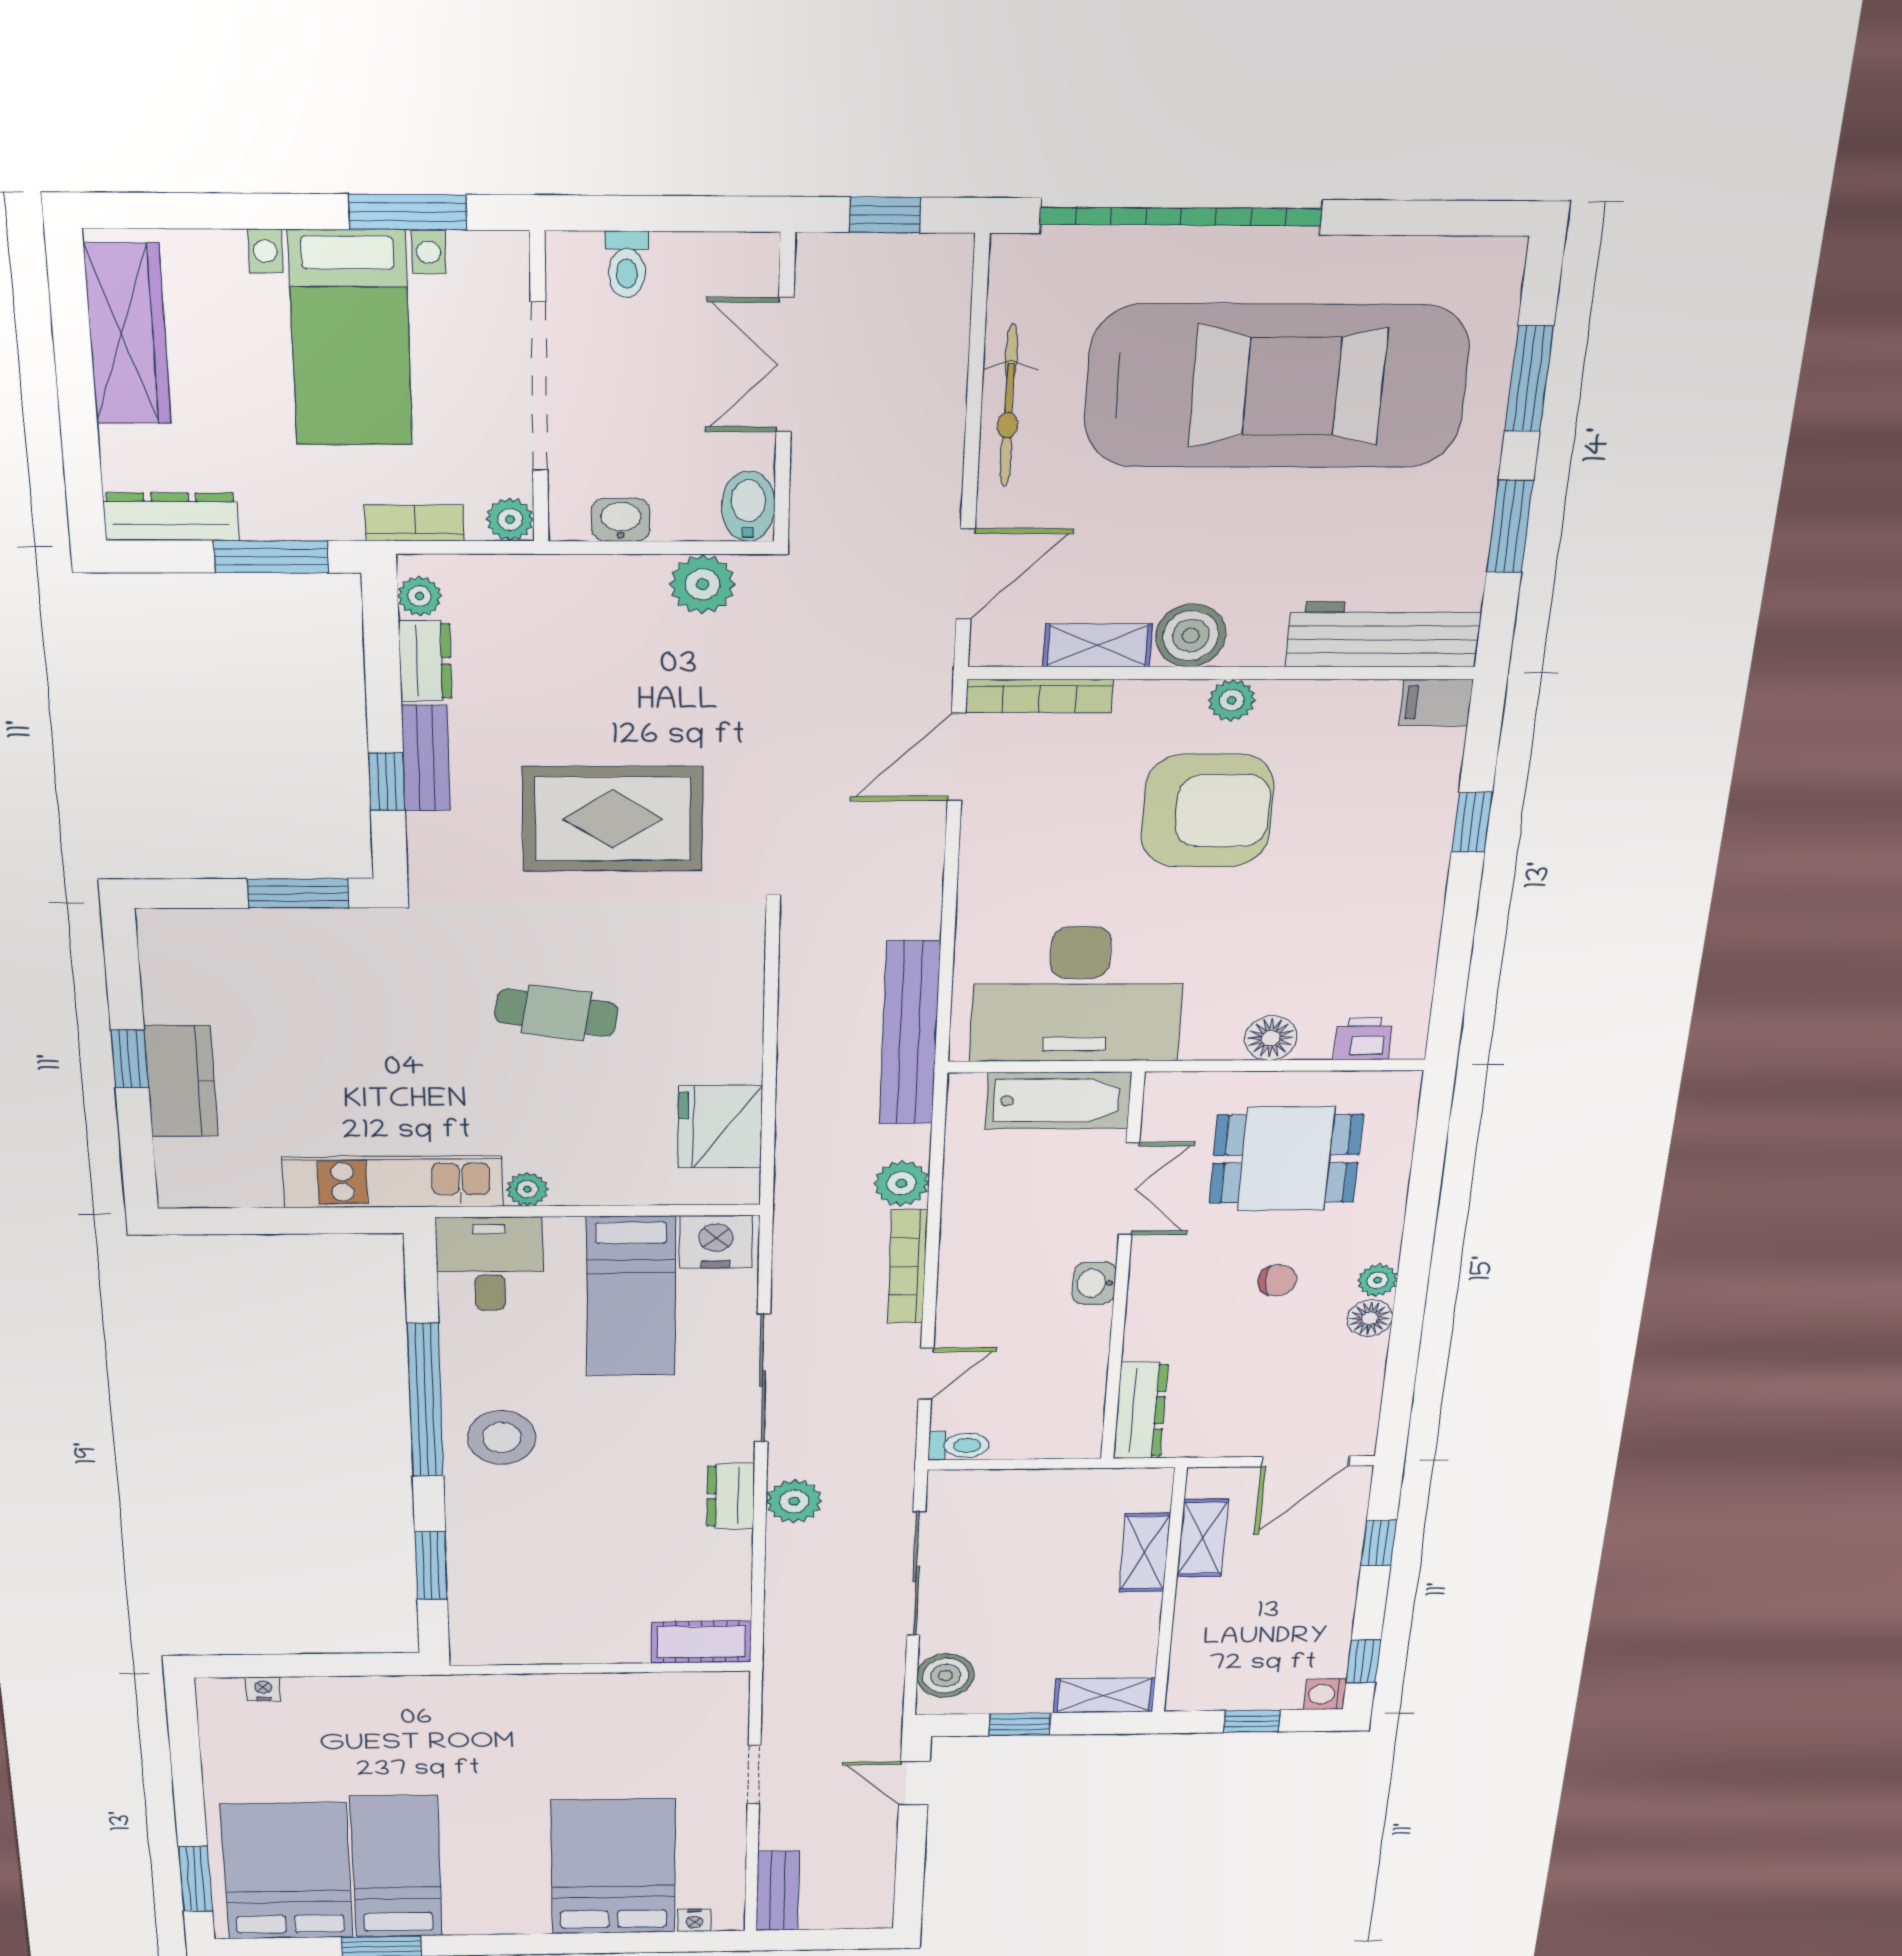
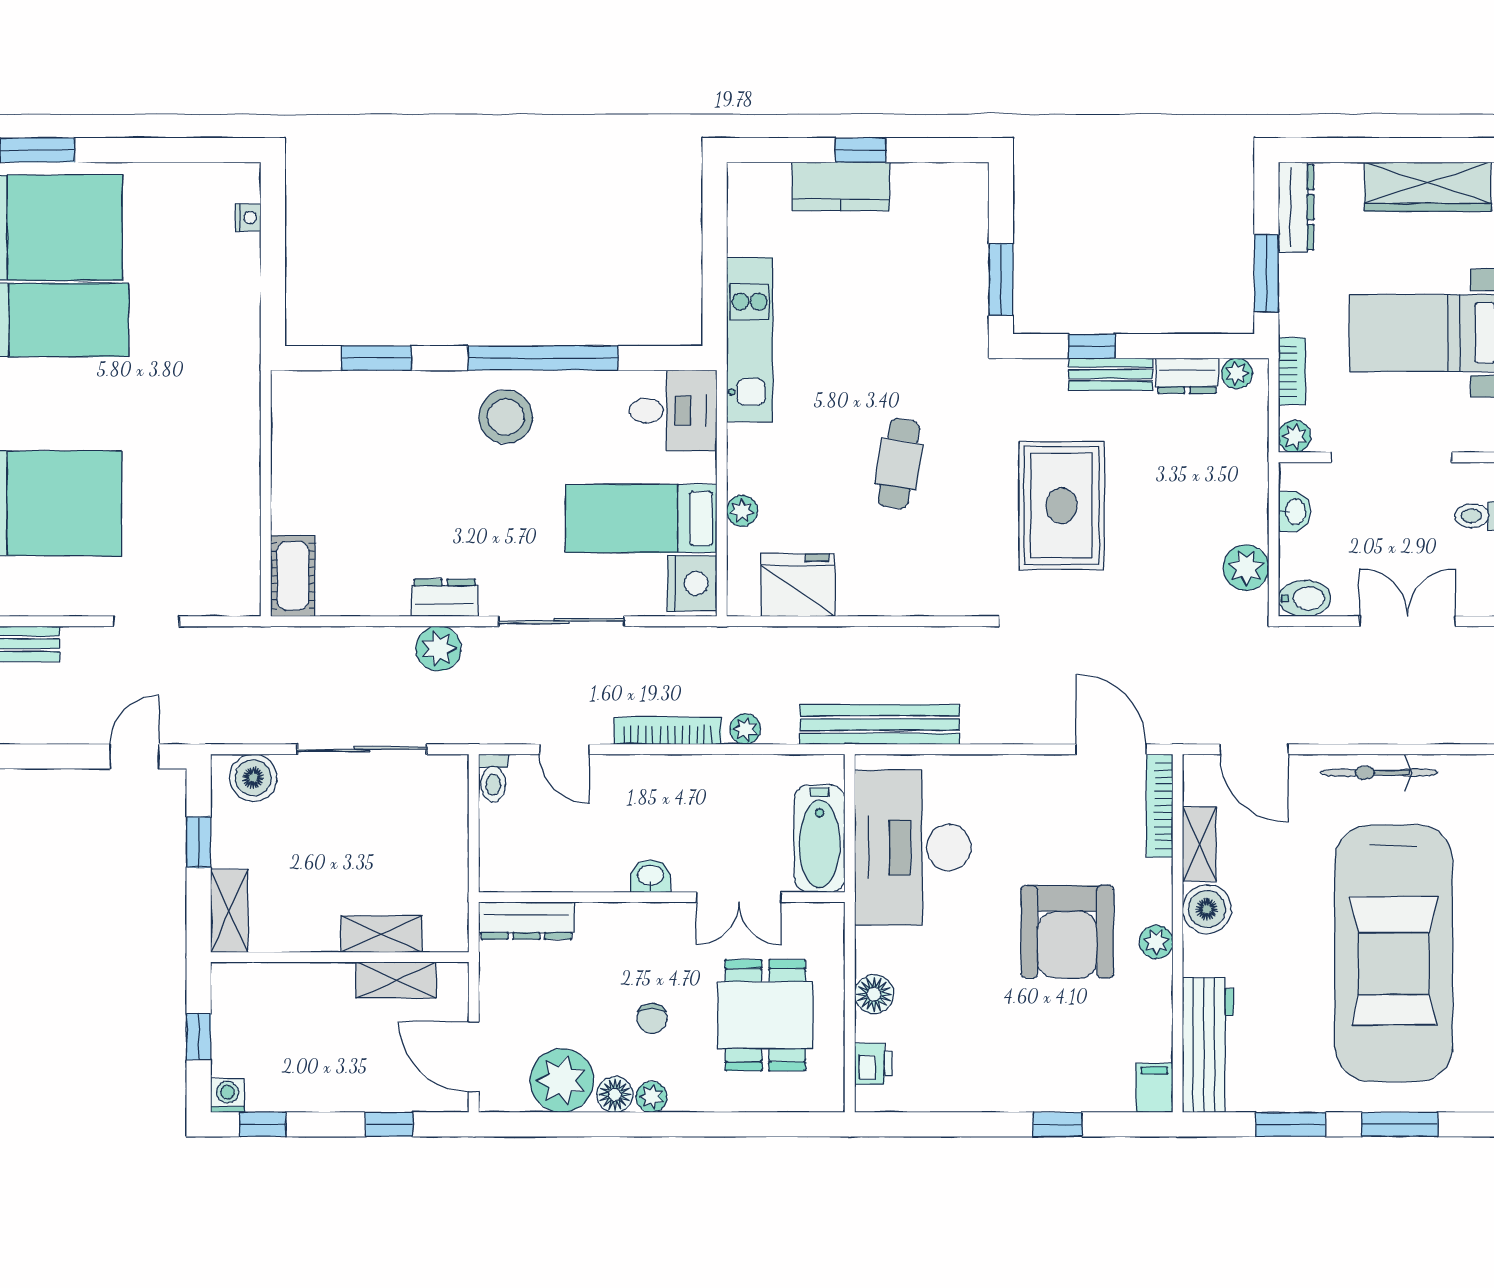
plant: (901, 1183) -> (745, 729), width x0.73, depth x0.73
plant: (527, 1189) -> (742, 511), moved
plant: (1345, 1373) -> (562, 1080), added

